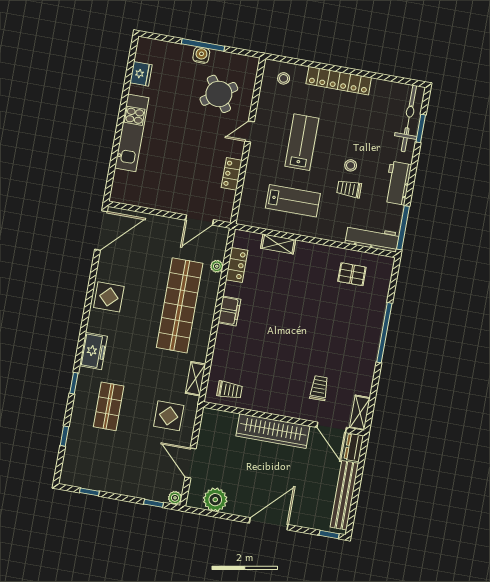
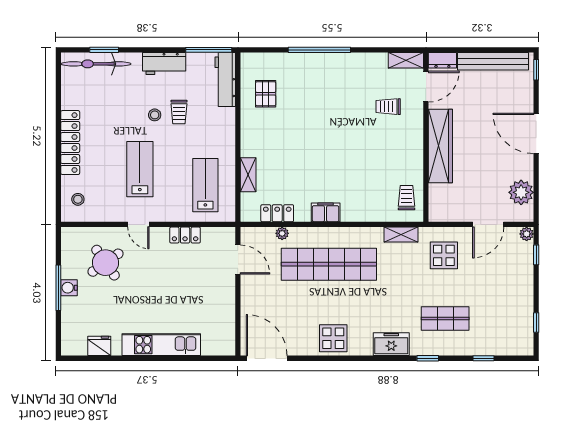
lab bench: (302, 142) -> (140, 169), turned 90
lab bench: (293, 201) -> (205, 185), moved

